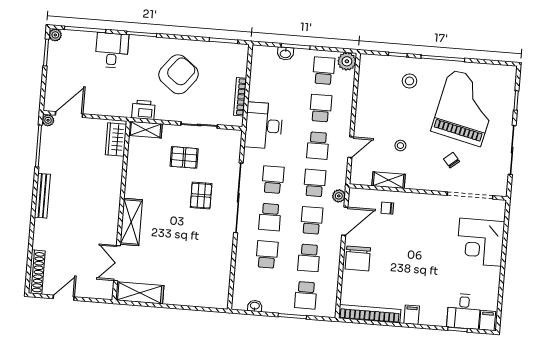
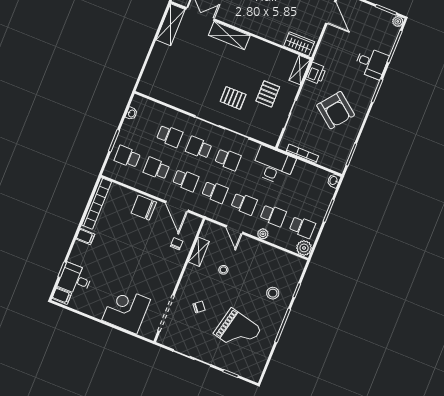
washbasin: (285, 54) -> (334, 181), moved
grand piano: (465, 108) -> (237, 331), width x0.73, depth x0.68
school desk: (318, 146) -> (244, 204), turned 180
plant: (339, 196) -> (263, 234), moved

